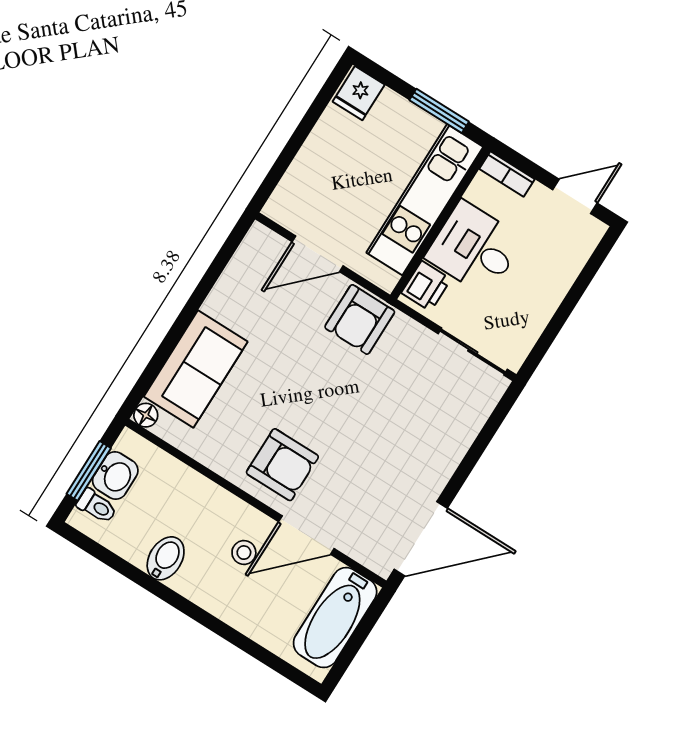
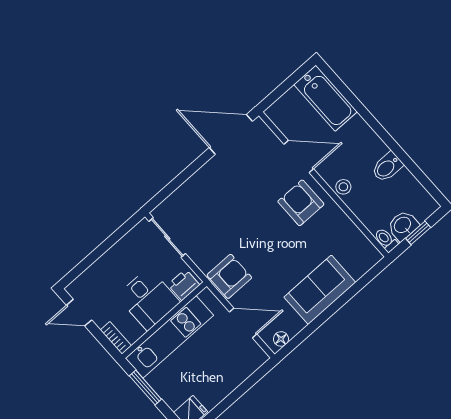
sofa: (196, 369) -> (320, 290), moved
floor lamp: (146, 415) -> (281, 339), moved
window: (89, 471) -> (418, 233), width x0.67
toilet: (97, 506) -> (386, 240), moved
stool: (244, 553) -> (343, 187), moved
bathtub: (335, 618) -> (326, 98), moved, turned 90

